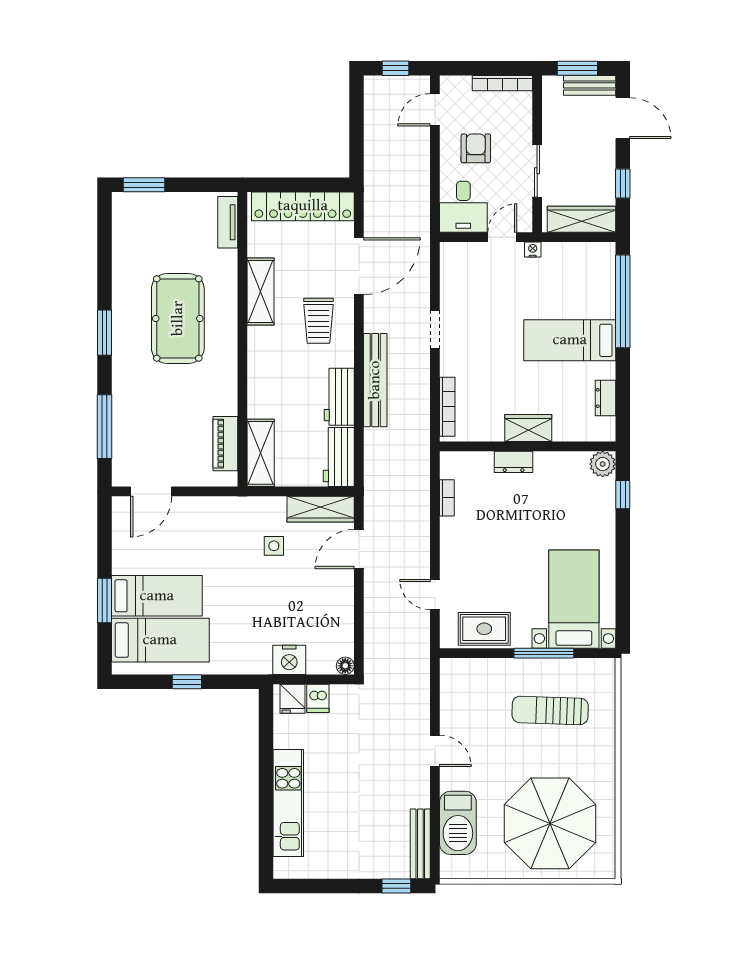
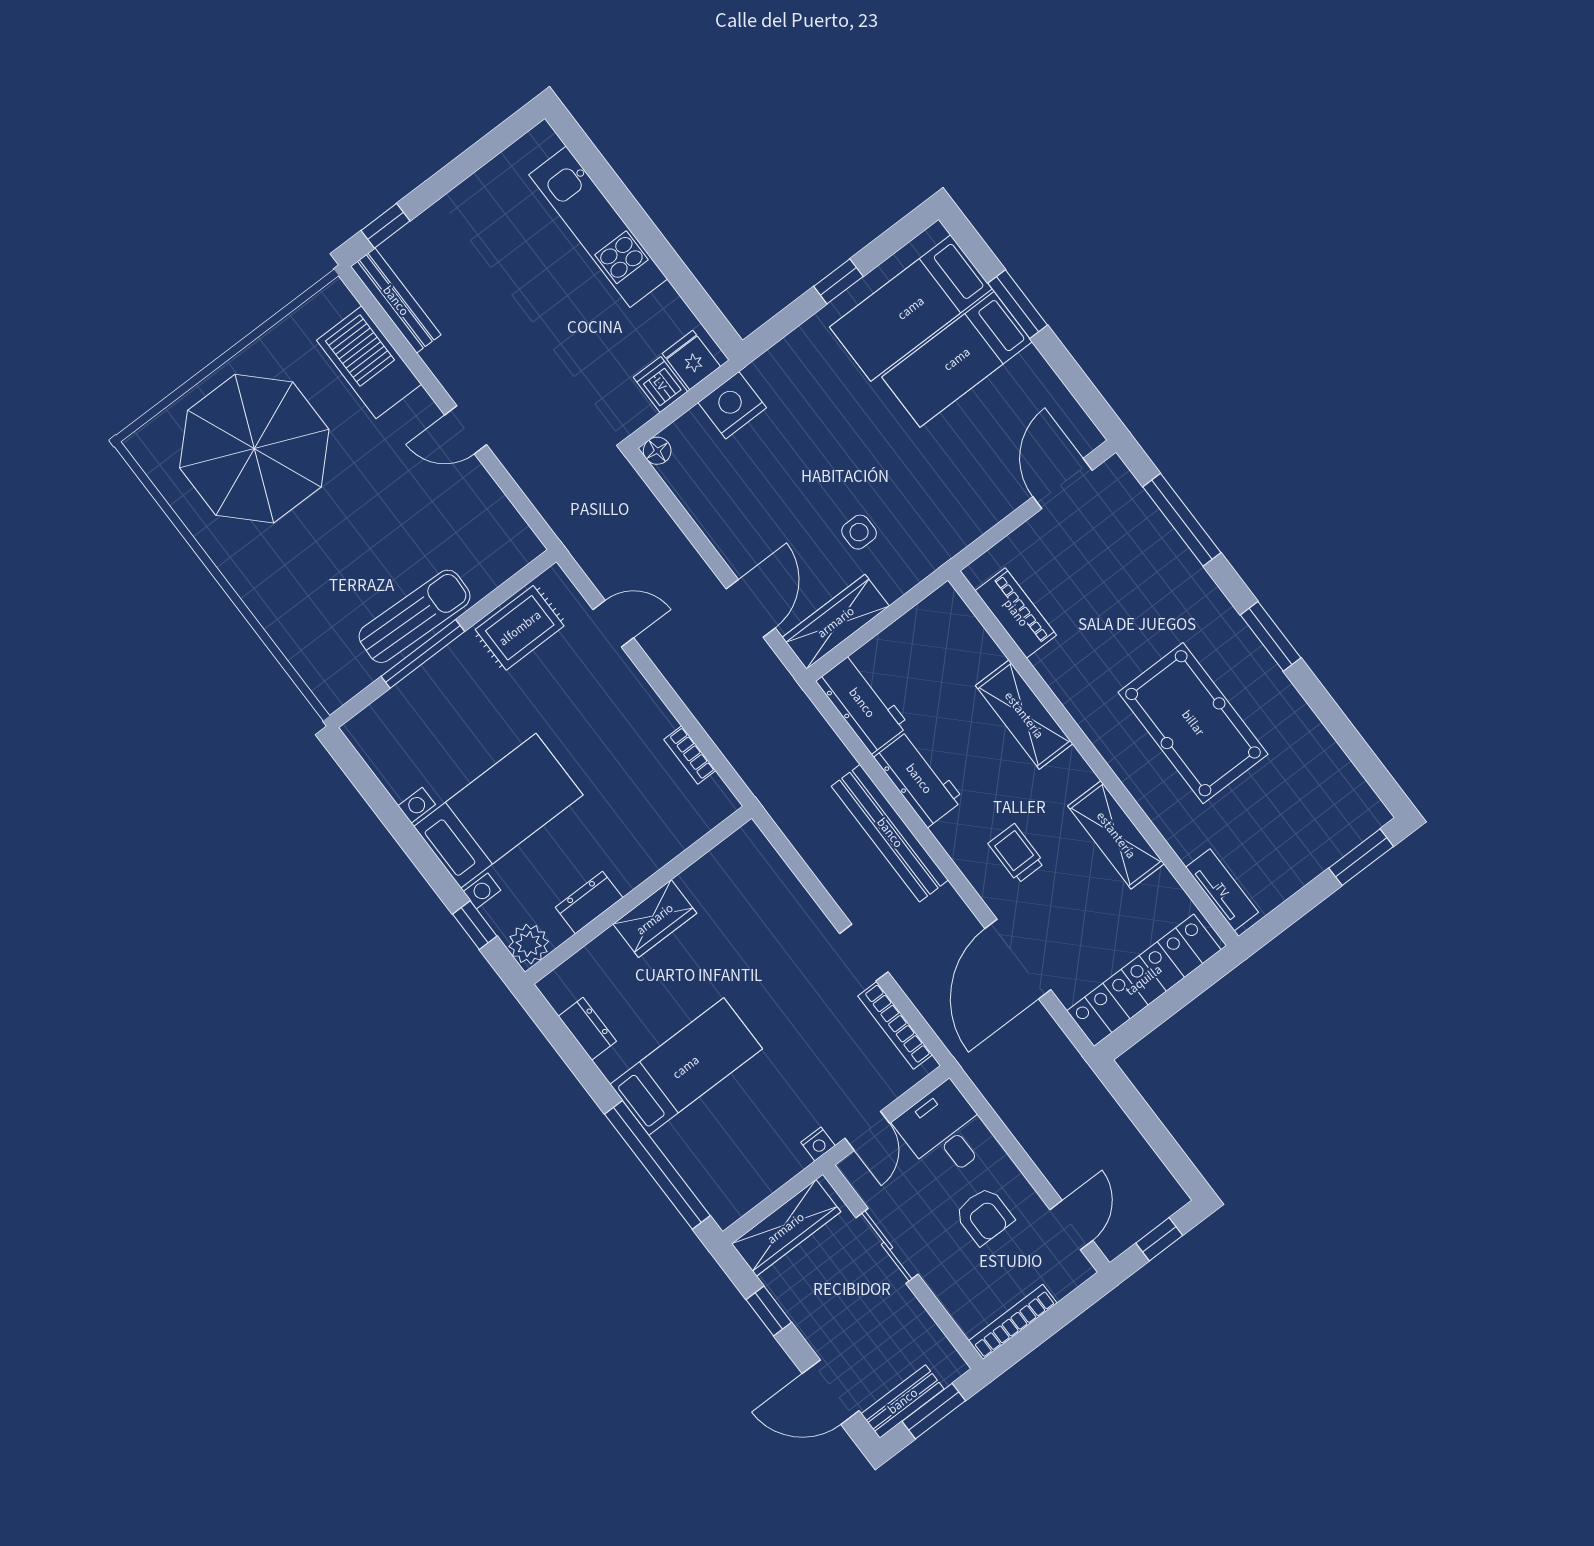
trolley: (319, 321) -> (1016, 853), width x0.73, depth x0.72
bookcase: (447, 407) -> (895, 1025), moved
shelving: (261, 453) -> (1024, 715), moved
dresser: (514, 462) -> (589, 902), moved
bed with nightstands: (574, 599) -> (498, 811), moved, turned -90
sun lounger: (550, 710) -> (415, 616), moved

